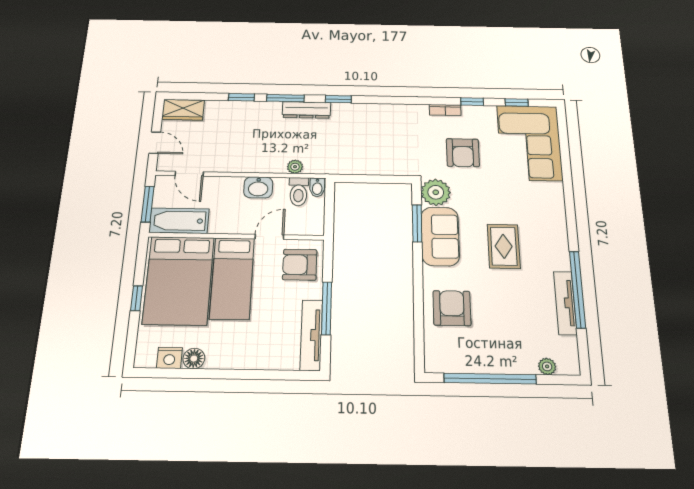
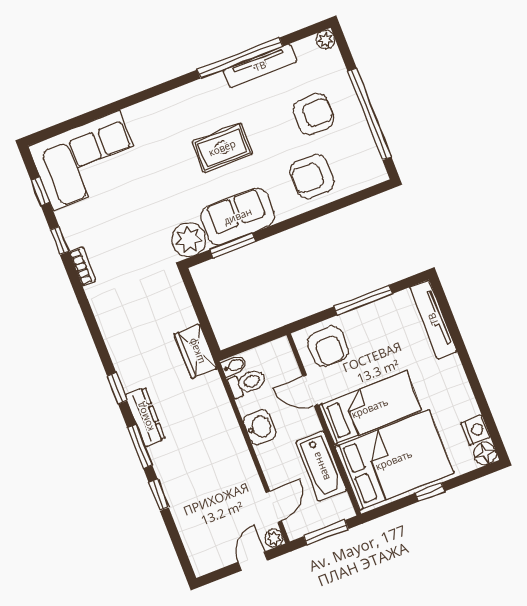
wardrobe: (183, 110) -> (196, 351), moved, turned 180
armchair: (463, 153) -> (313, 114), moved
plant: (295, 167) -> (274, 538), moved
bathtub: (179, 221) -> (321, 466), moved
tv unit: (311, 335) -> (433, 319), moved, turned 90
floor lamp: (194, 359) -> (485, 454), moved
plant: (547, 366) -> (325, 40), moved

